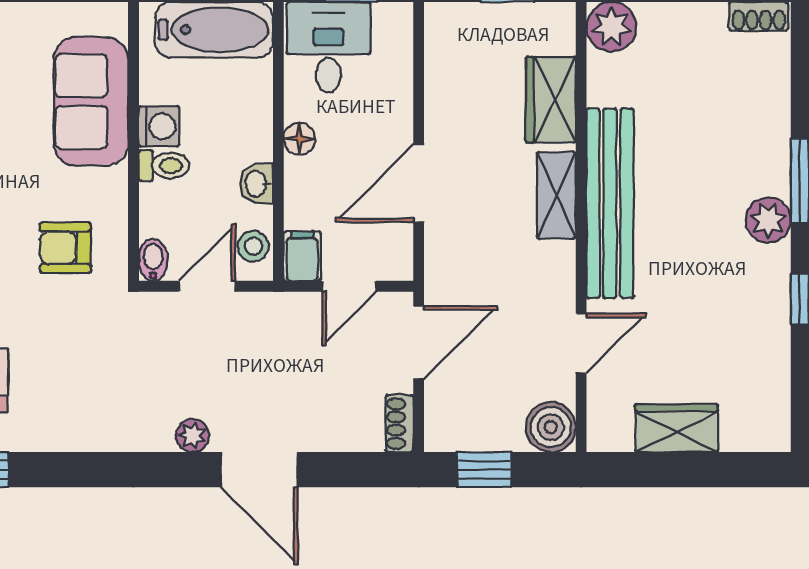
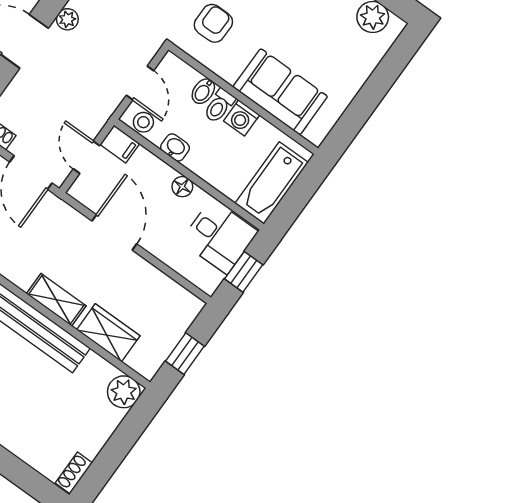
bidet: (153, 260) -> (203, 91), moved, turned 90

